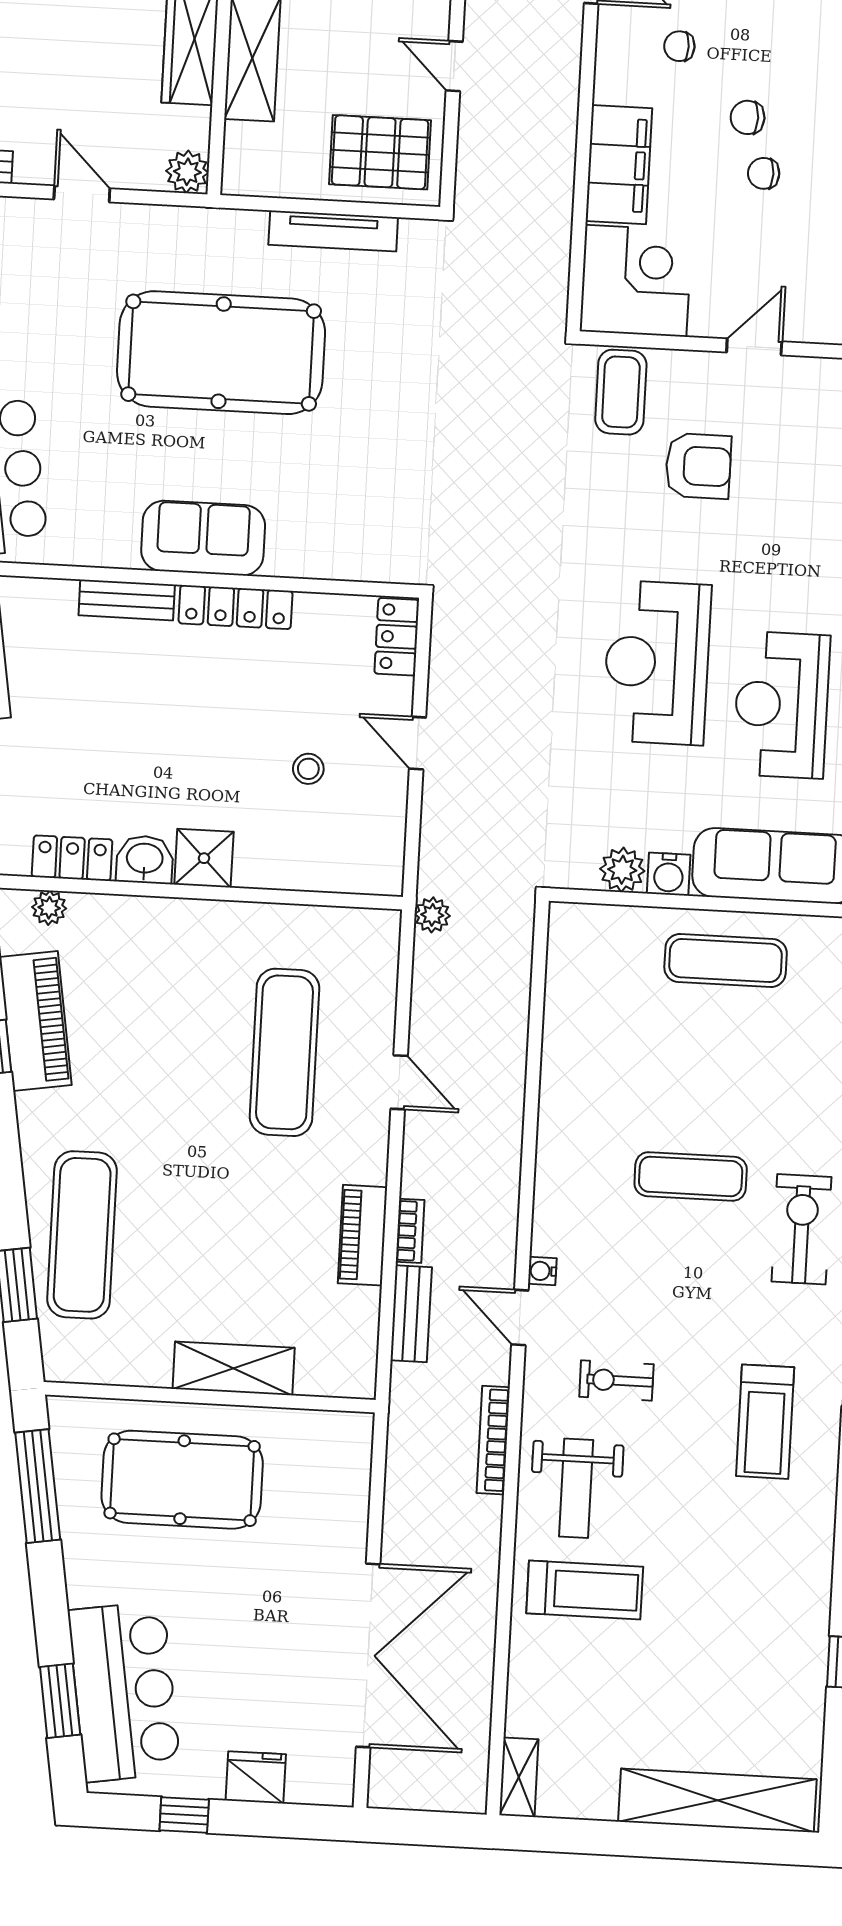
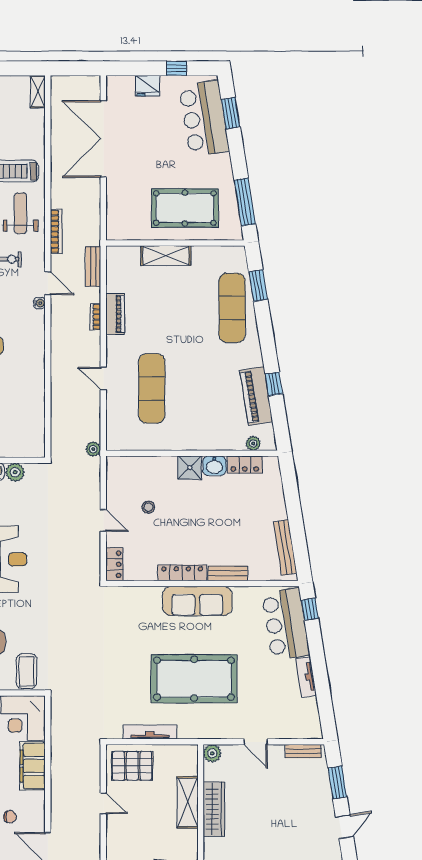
sofa: (203, 538) -> (197, 601), width x1.36
bench: (411, 1314) -> (93, 266), moved

